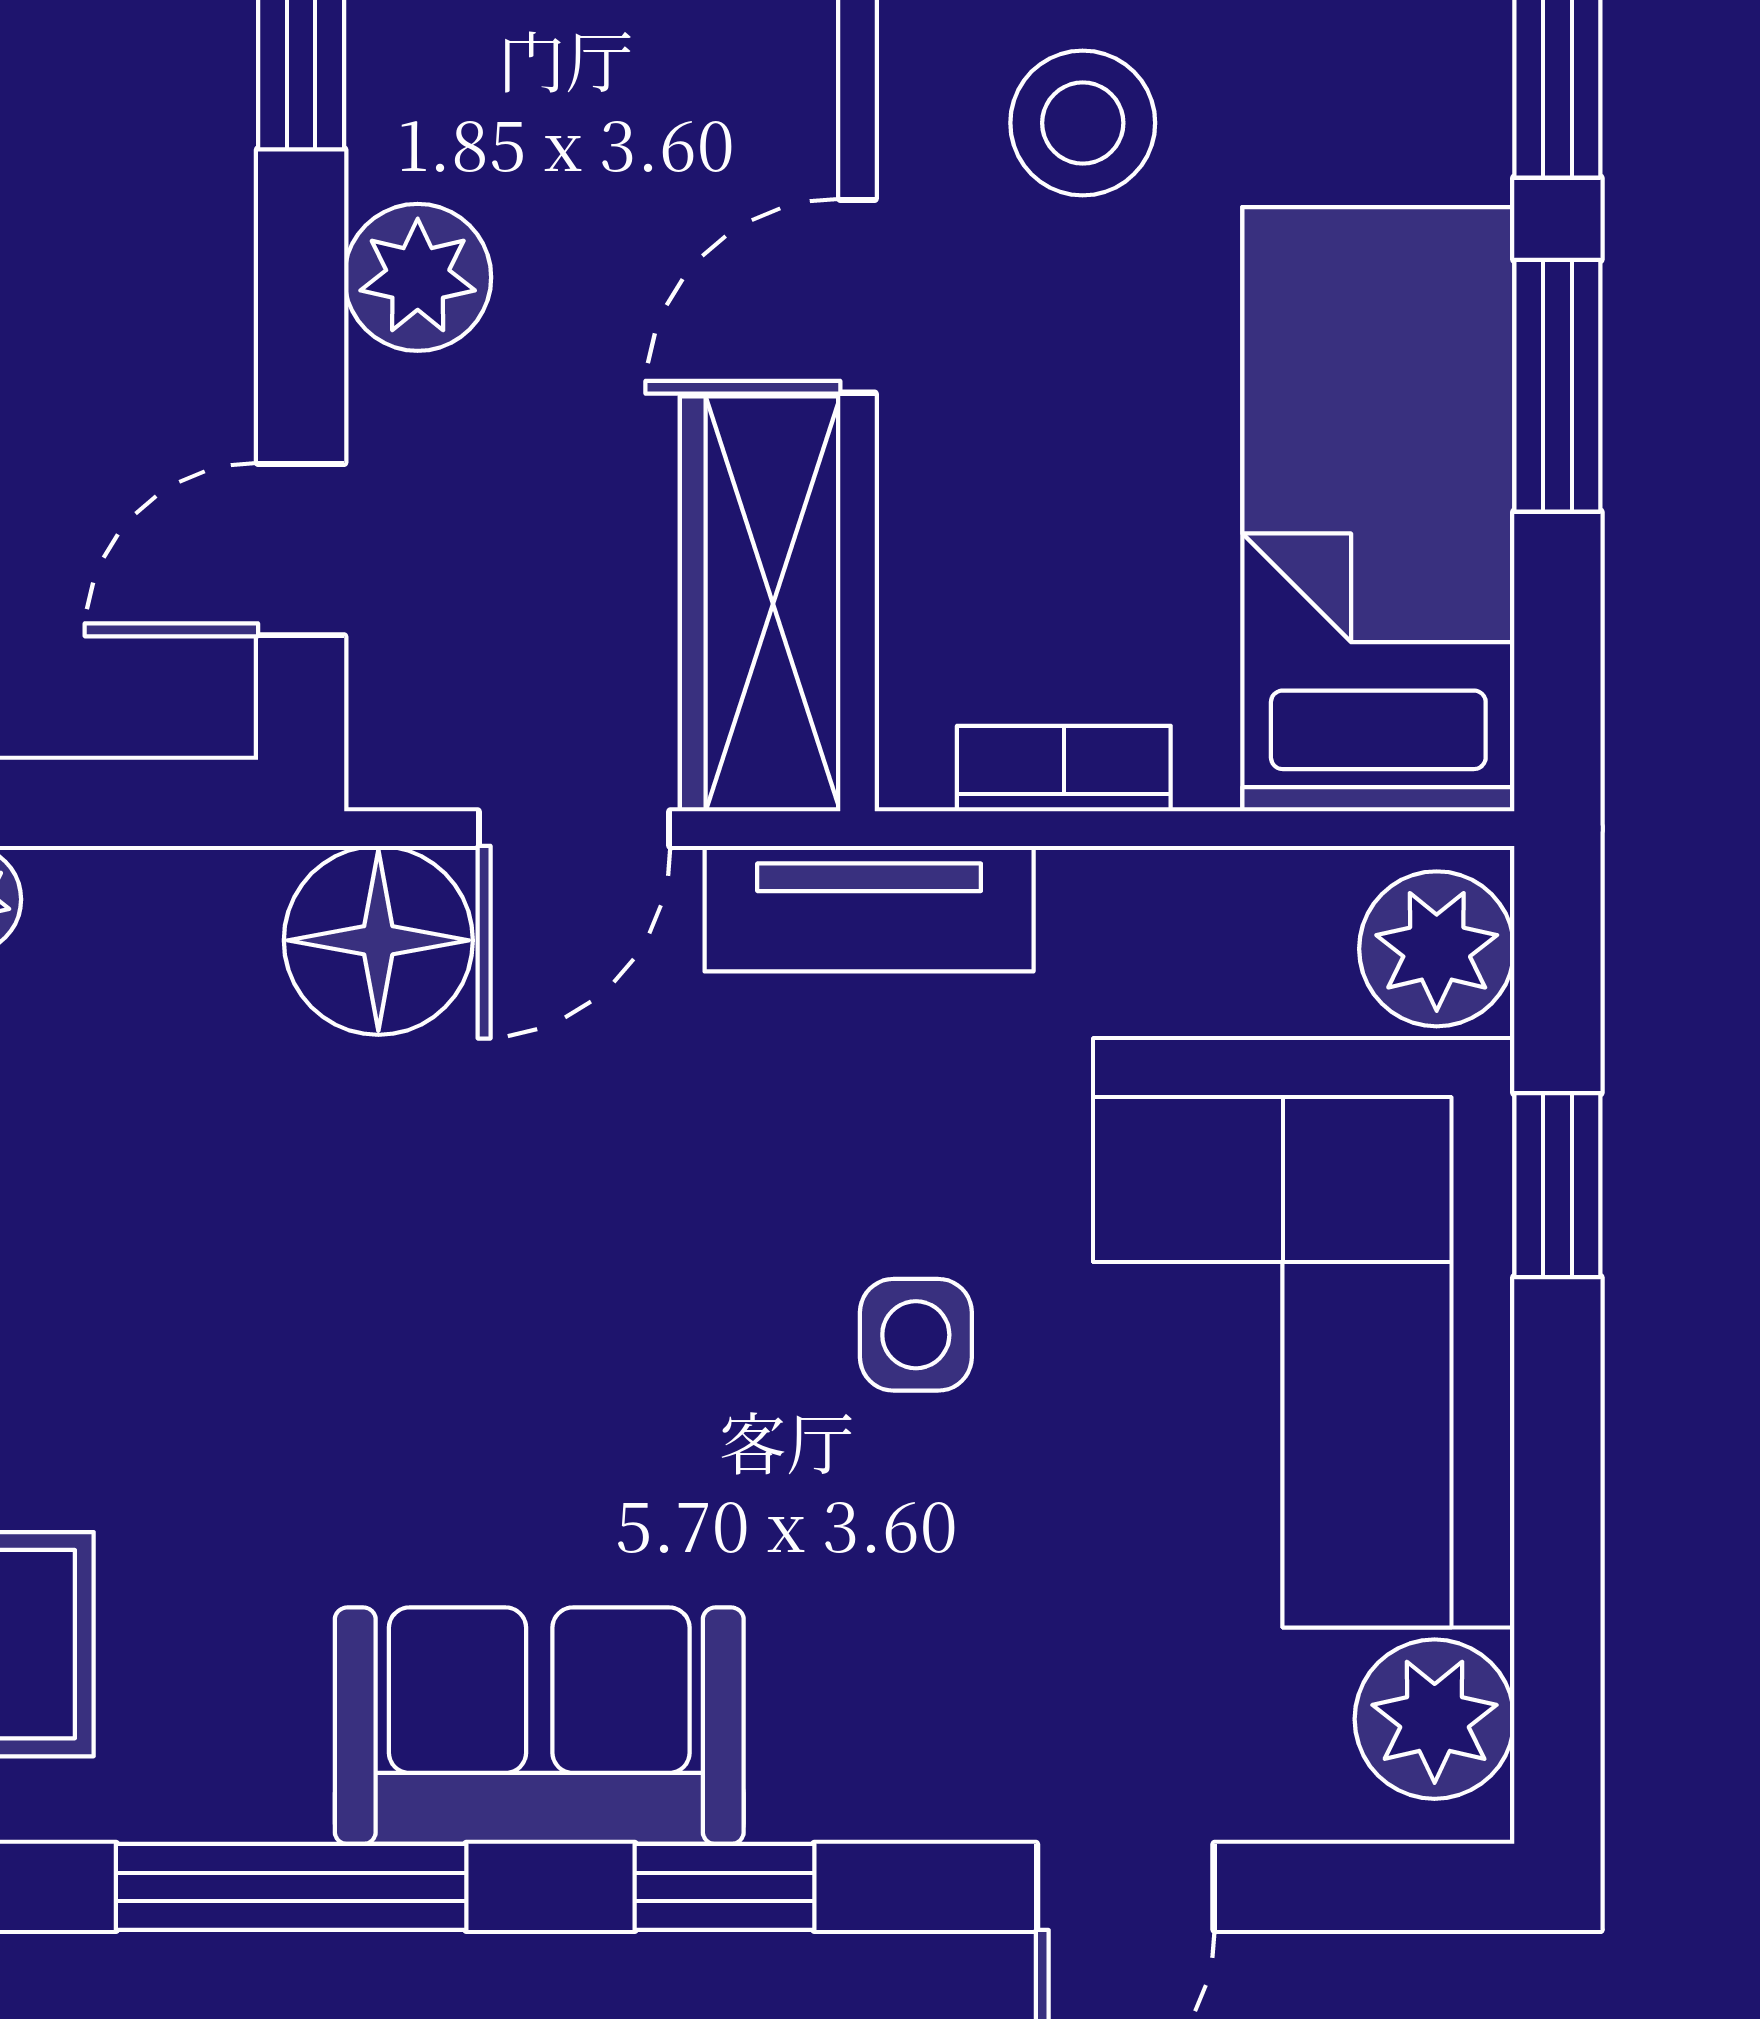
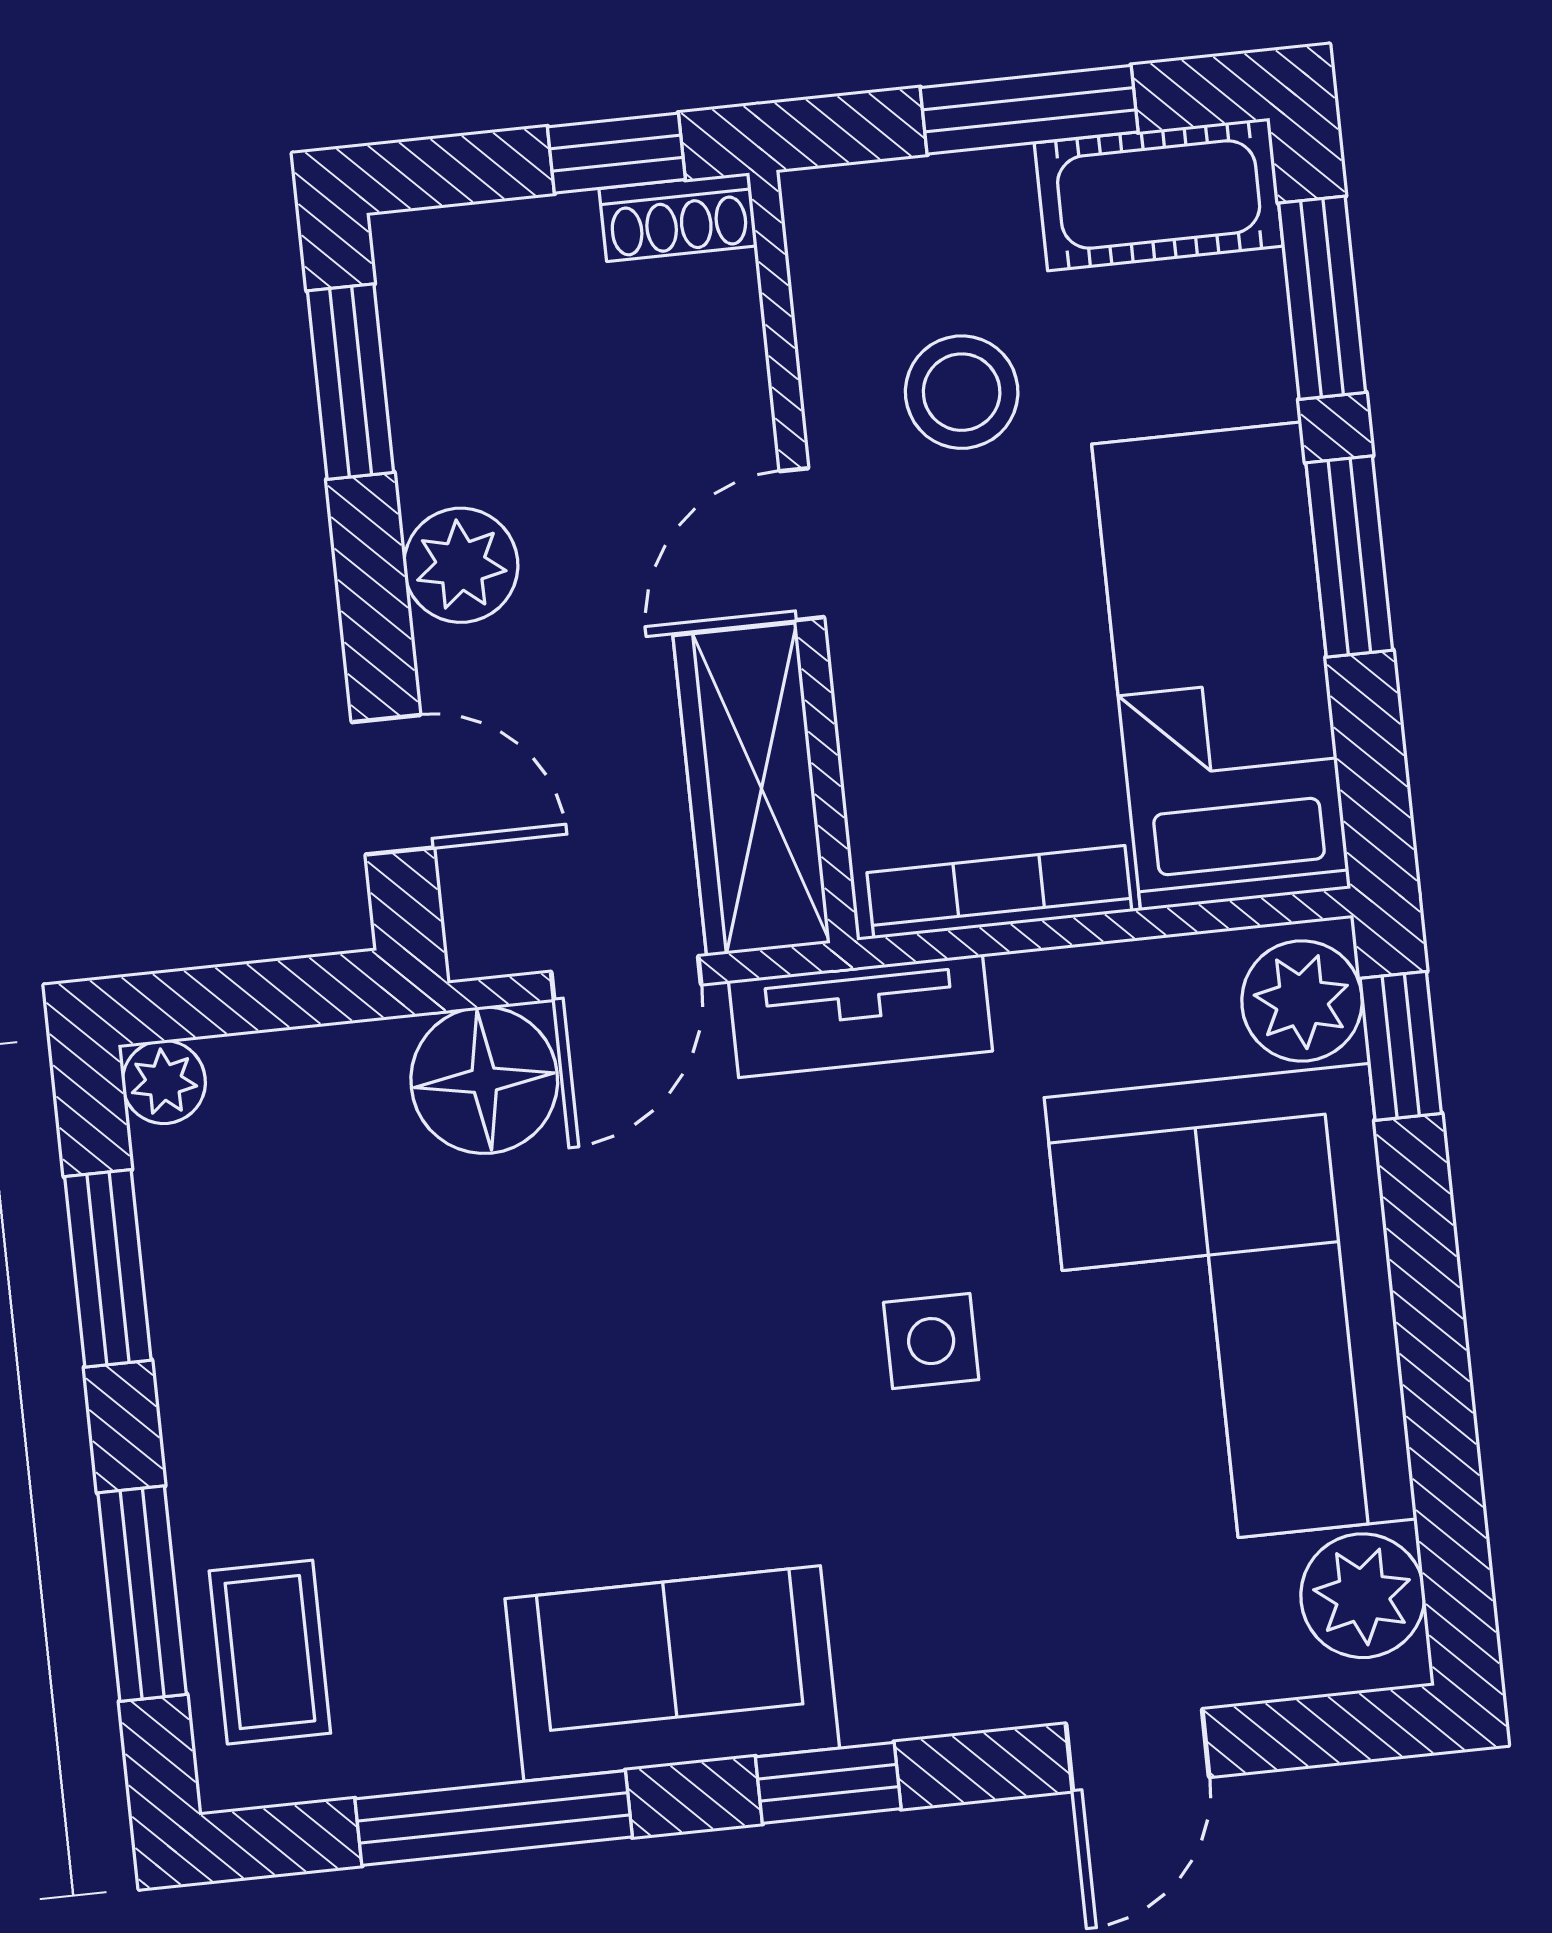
door: (301, 550) -> (393, 785), swing flipped
bookcase: (1064, 769) -> (999, 892), width x1.56
window: (1557, 1185) -> (1401, 1046), moved

